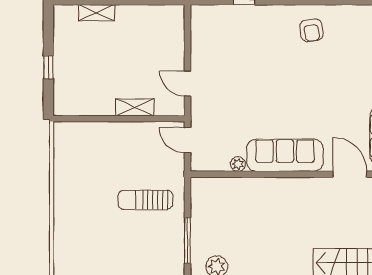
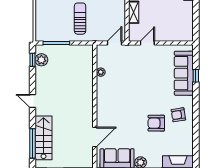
armchair: (326, 68) -> (156, 123), added
sofa: (285, 155) -> (184, 73), moved, turned 180

